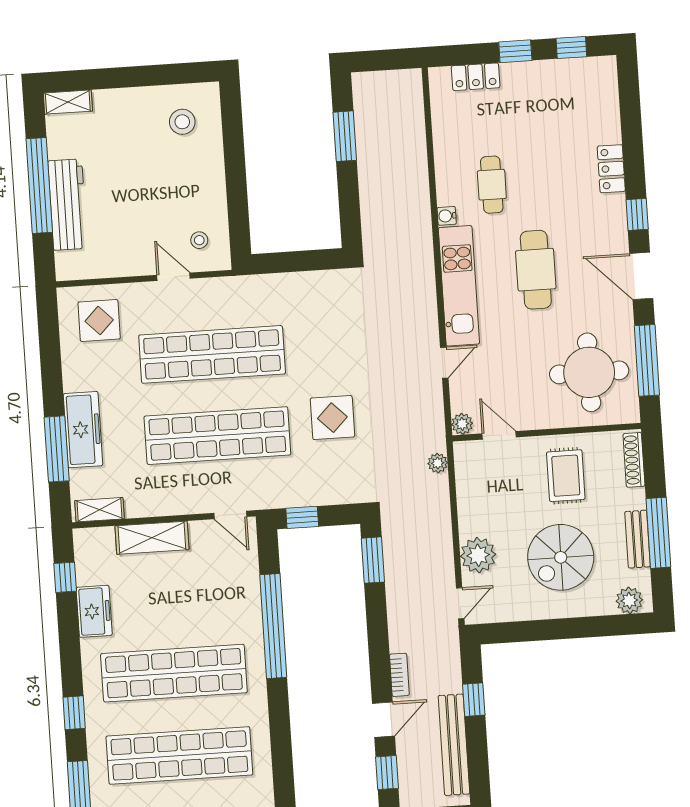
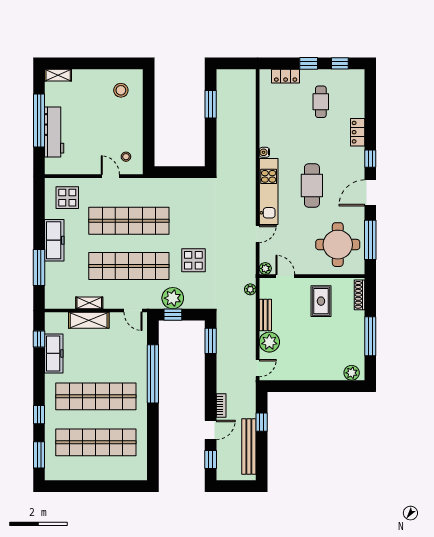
cafe table: (492, 185) -> (321, 102), moved
door: (641, 276) -> (370, 193), hinge flipped
freezer: (83, 430) -> (54, 240), moved
plant: (300, 488) -> (173, 298), added
shelving: (99, 510) -> (89, 303), moved
bench: (638, 539) -> (265, 315), moved
spiral stairs: (561, 557) -> (315, 346), removed
freezer: (94, 611) -> (54, 353), width x1.40

